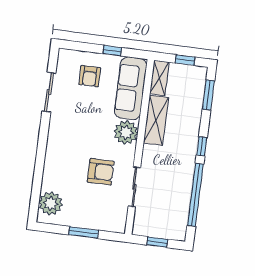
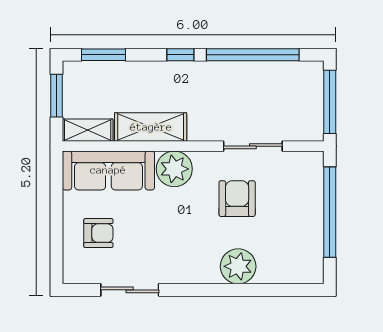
window: (112, 51) -> (56, 205), removed
window: (185, 60) -> (56, 96), width x1.50
plant: (51, 203) -> (238, 266), moved
window: (84, 232) -> (330, 212), width x2.11
window: (157, 242) -> (330, 102), width x2.17

